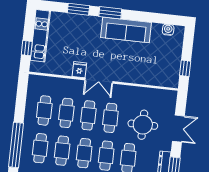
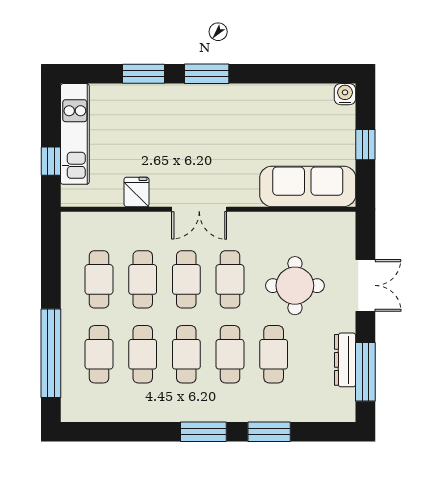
sofa: (126, 30) -> (308, 186), moved, turned 180
water cooler: (168, 30) -> (345, 94), moved
window: (185, 68) -> (365, 145), moved
fridge: (79, 70) -> (137, 192), moved

